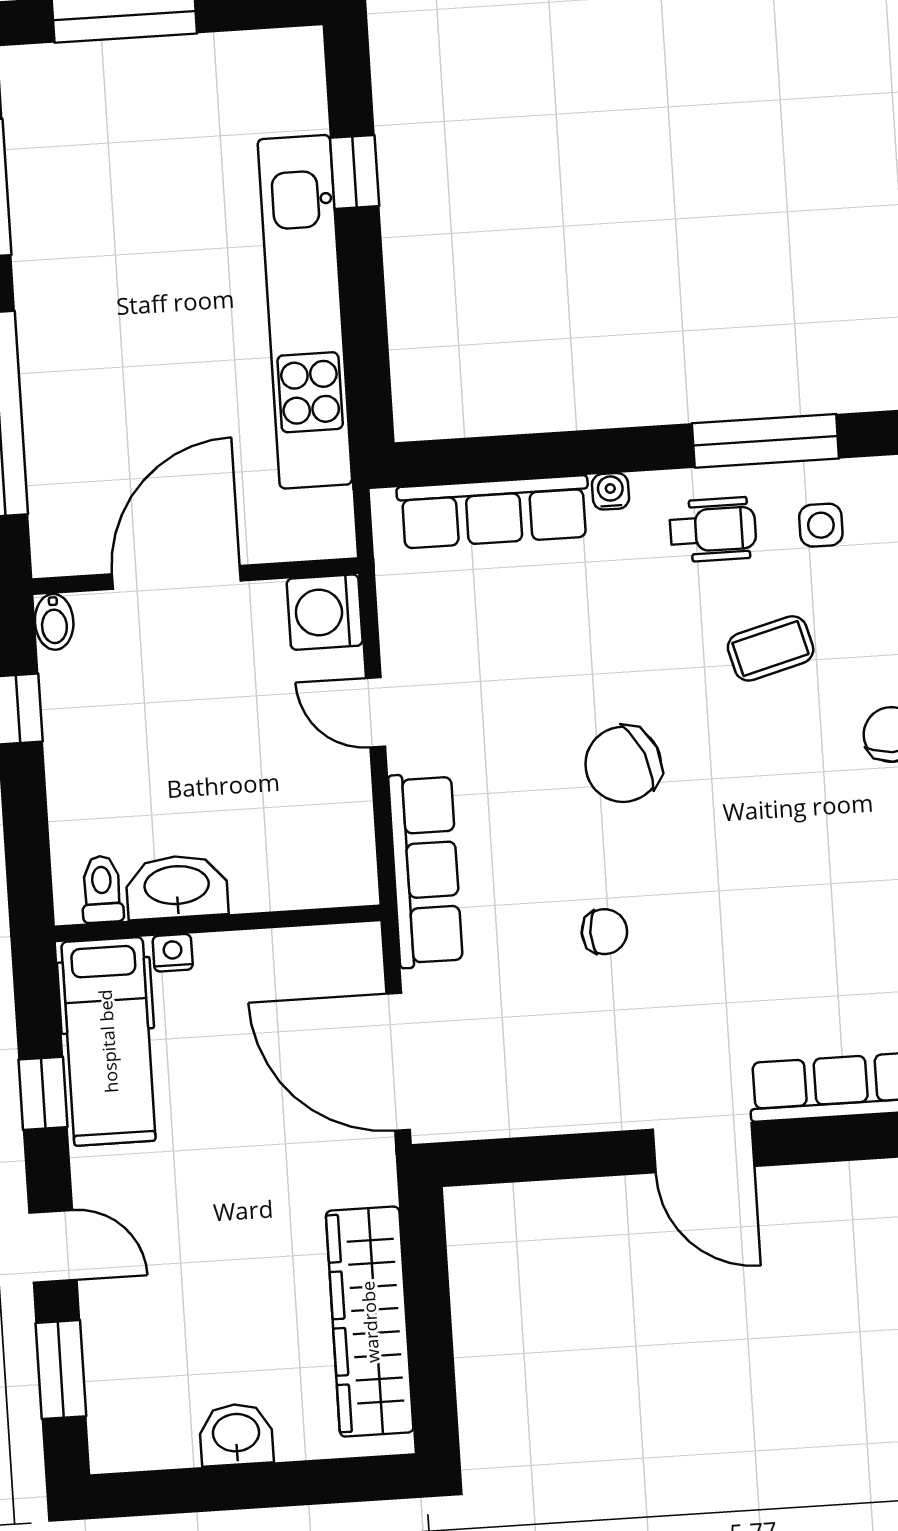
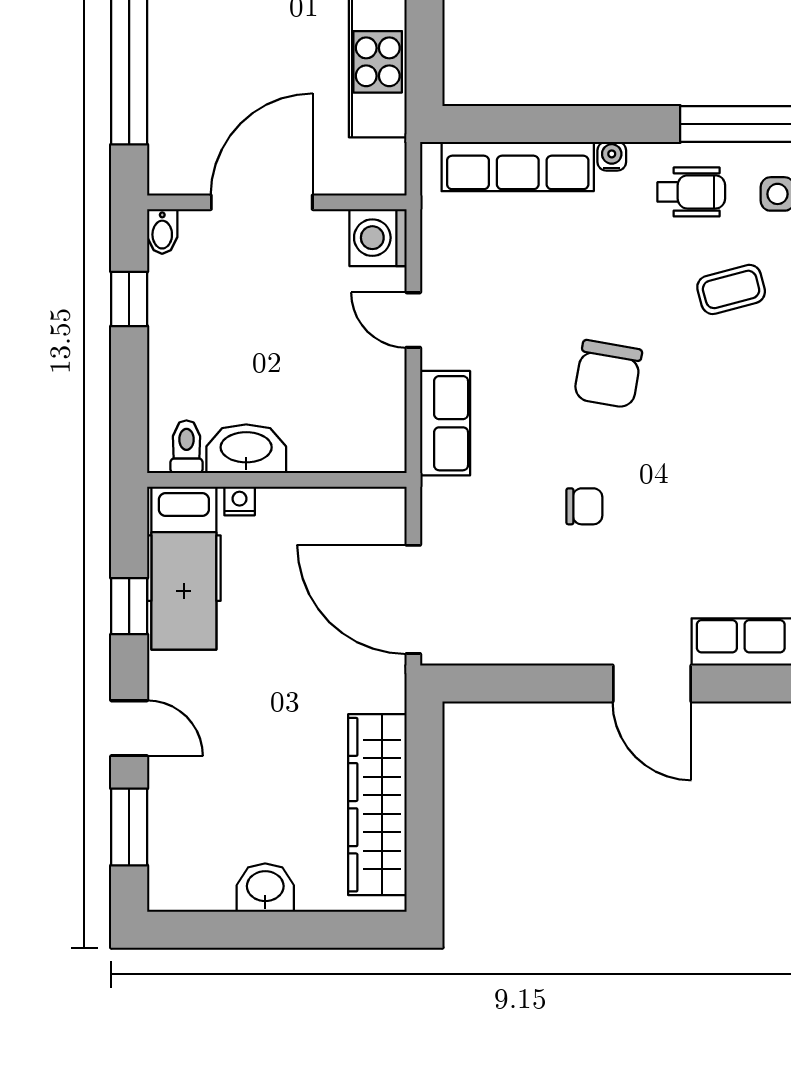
chair: (623, 764) -> (608, 374), turned -57
row of seats: (425, 870) -> (445, 423), width x0.68

